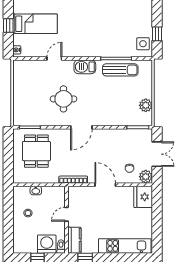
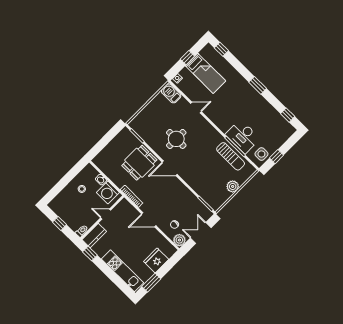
desk: (114, 45) -> (243, 136), added
barbecue: (85, 67) -> (171, 93), moved
plant: (146, 105) -> (233, 186), moved
dining table: (36, 151) -> (139, 163), moved
double door: (157, 154) -> (201, 233), swing flipped
door: (105, 185) -> (149, 220), swing flipped
fridge: (143, 197) -> (156, 260), moved
window: (157, 233) -> (151, 283), added
washing machine: (47, 244) -> (108, 192), moved, turned 180

